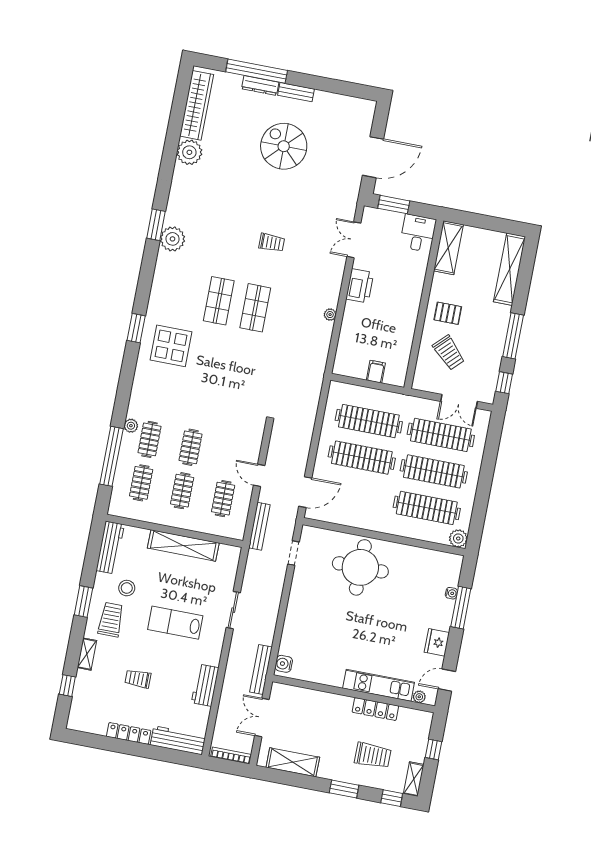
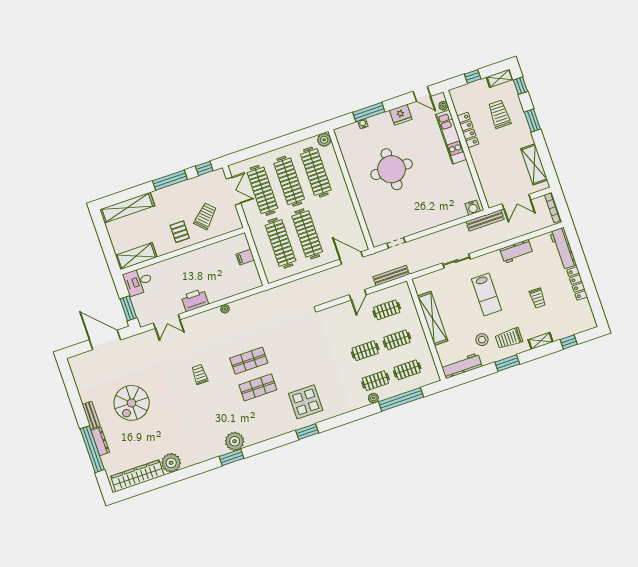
round table: (360, 567) -> (392, 169), moved

